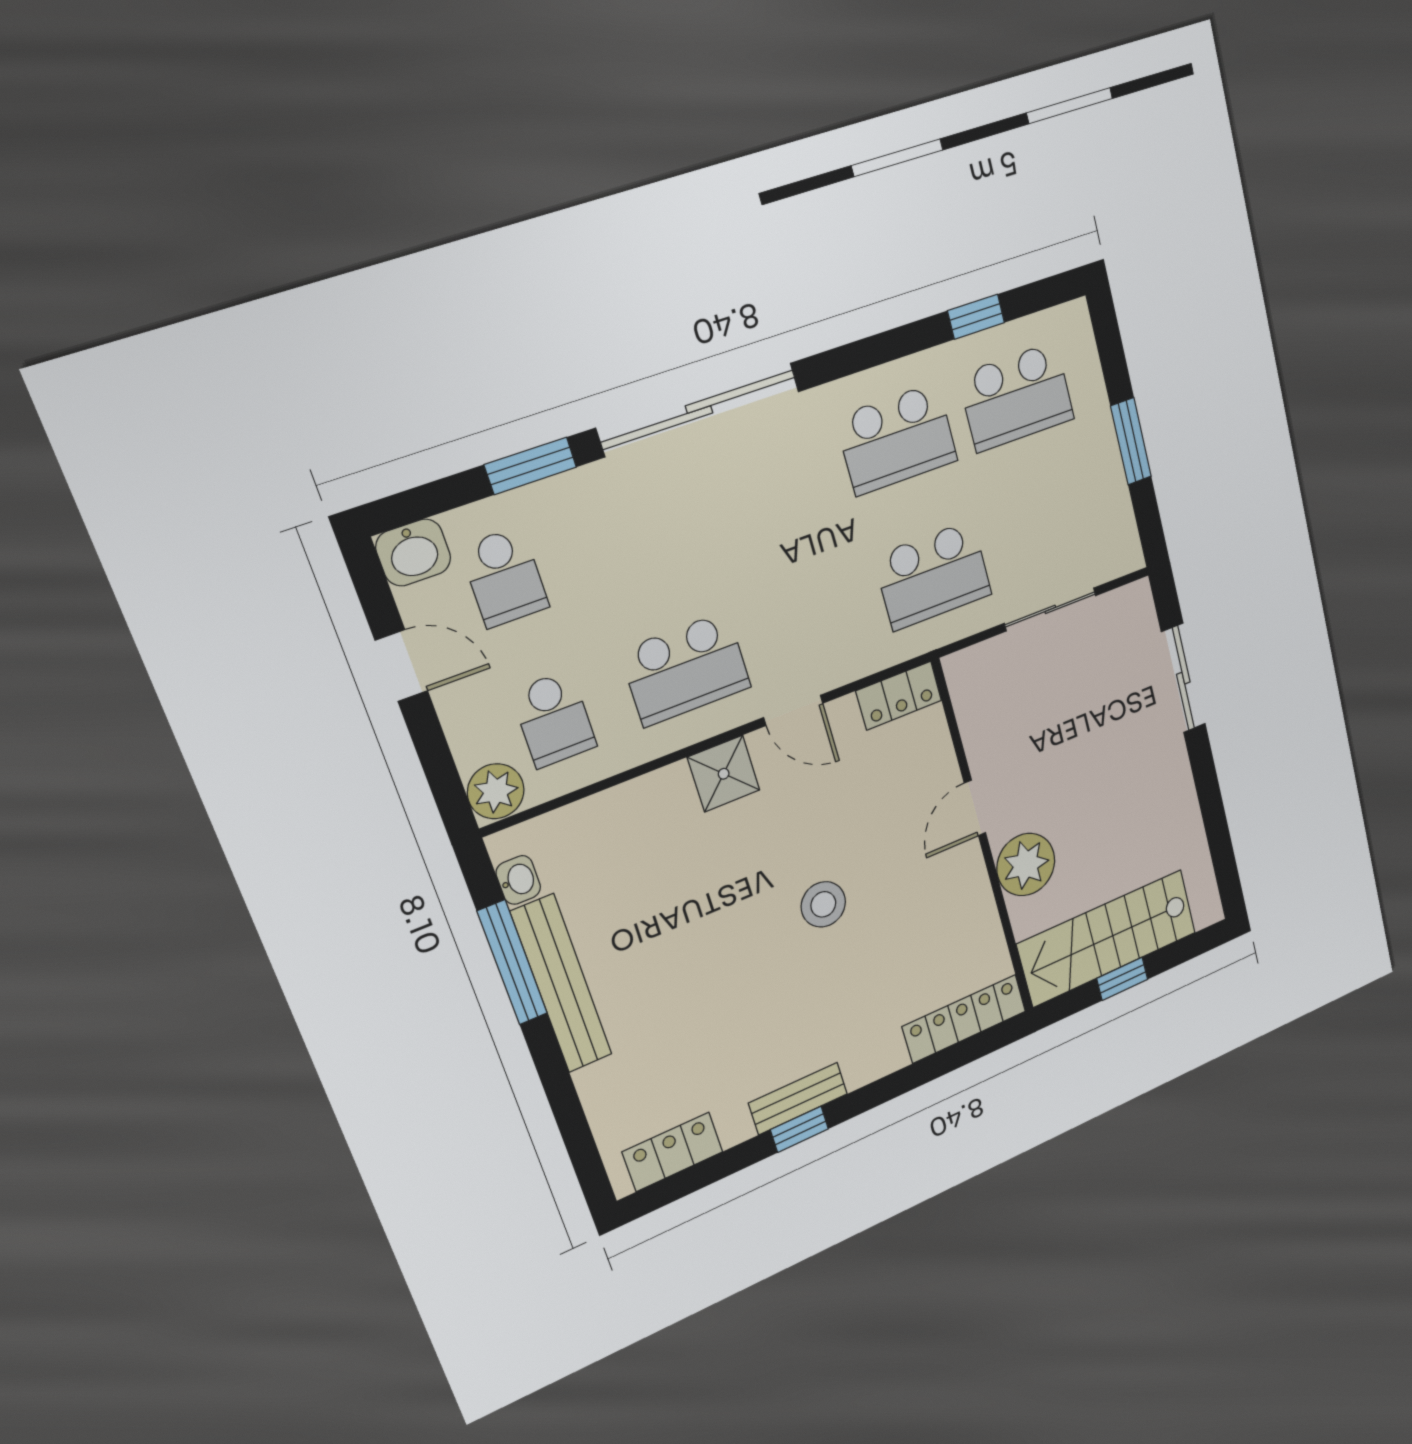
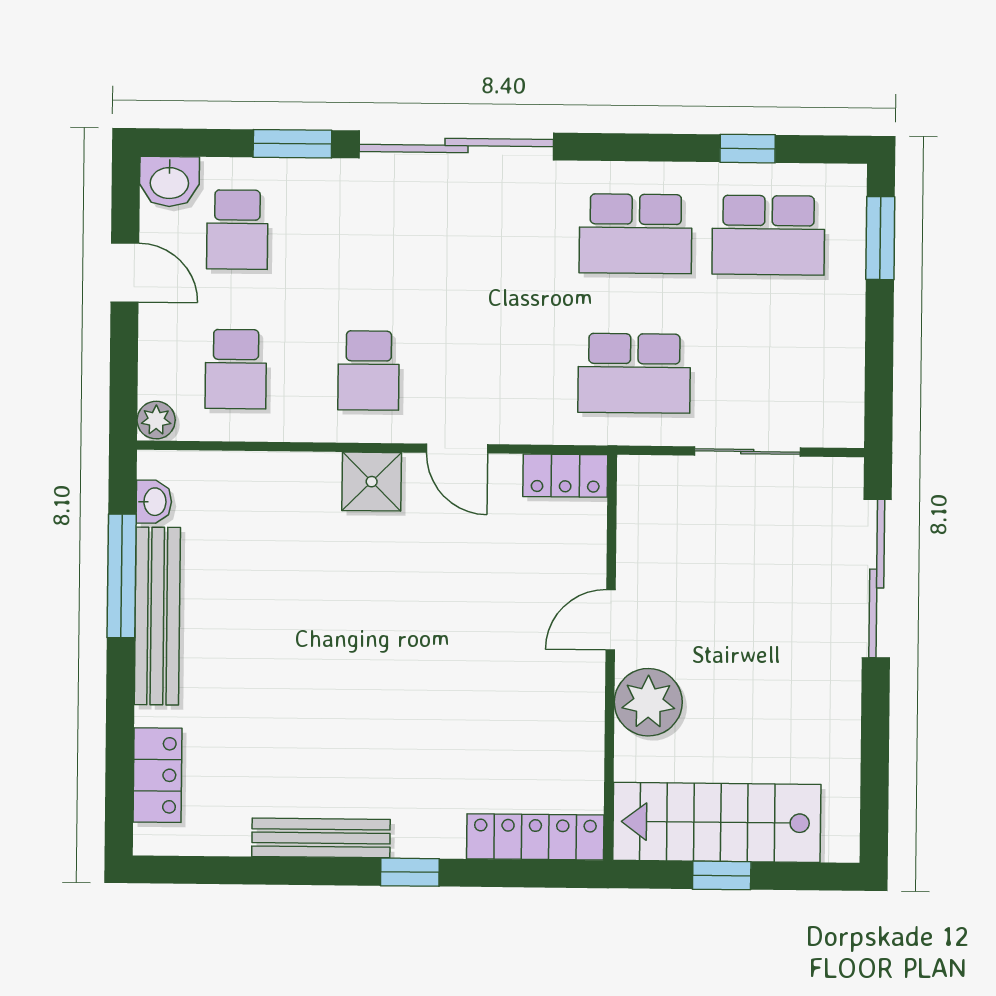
window: (1131, 441) -> (880, 238), moved
school desk: (686, 669) -> (369, 370), width x0.54
sliding door: (1183, 678) -> (877, 579), width x1.37
plant: (496, 791) -> (156, 420), width x0.73, depth x0.73
stool: (823, 904) -> (427, 650), removed
bench: (798, 1098) -> (321, 838), width x1.36
window: (799, 1129) -> (410, 872), moved
locker: (673, 1152) -> (157, 775), moved, turned 90

